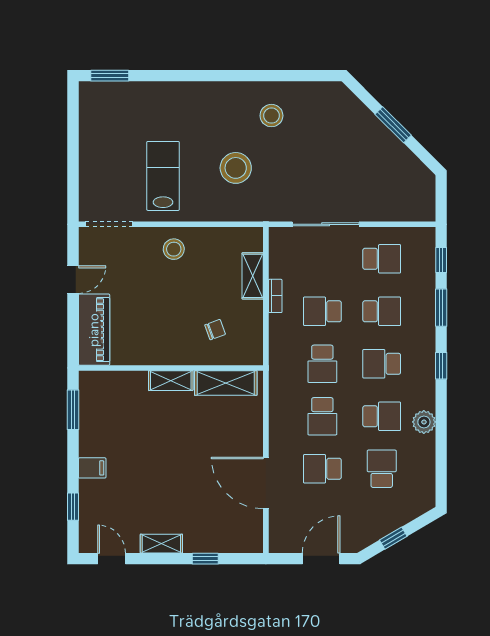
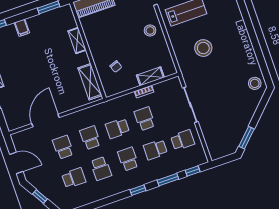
stool: (271, 116) -> (255, 83), moved
window: (393, 125) -> (246, 138), moved
school desk: (382, 259) -> (183, 140), turned -90
school desk: (382, 311) -> (155, 150), turned 90
shelving: (171, 381) -> (77, 40), moved
school desk: (322, 416) -> (90, 138), turned 90
plant: (424, 422) -> (106, 191), removed

